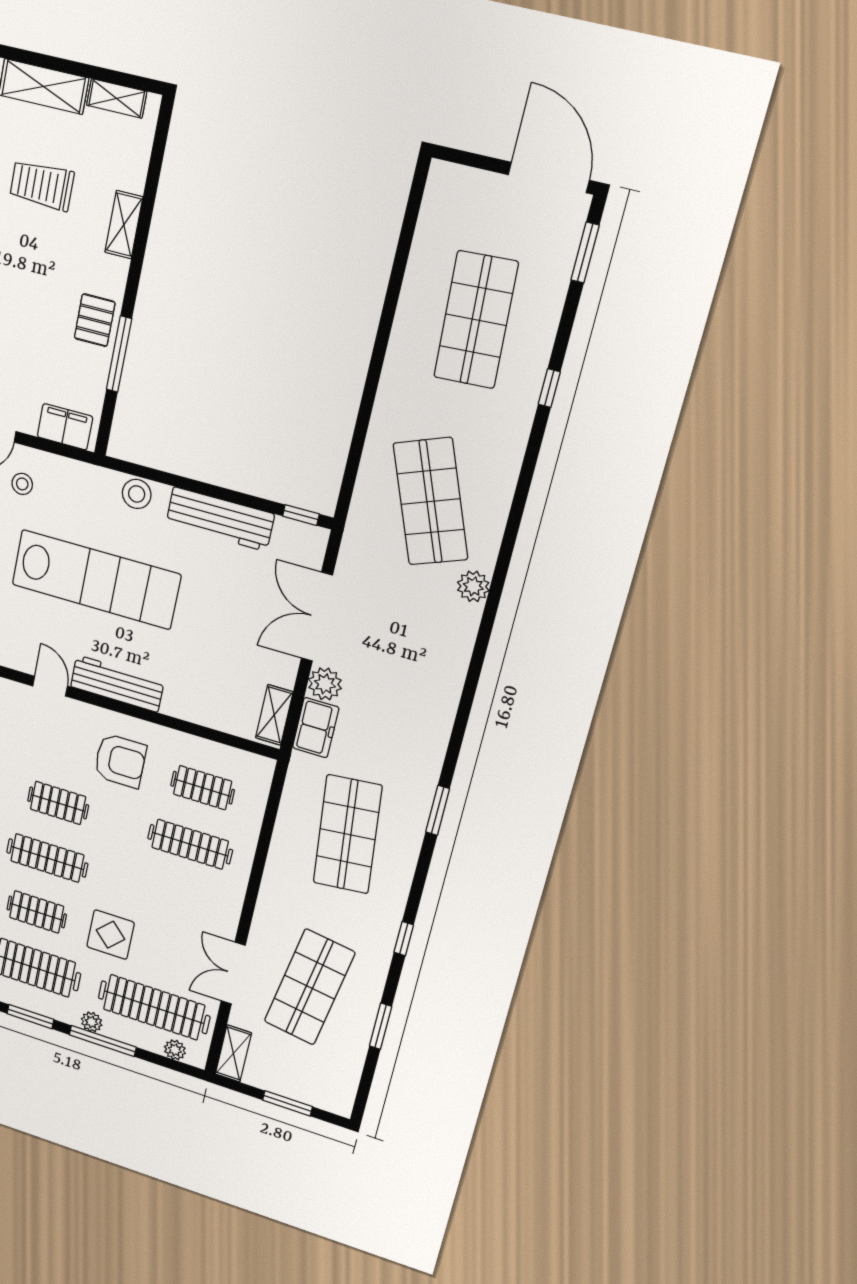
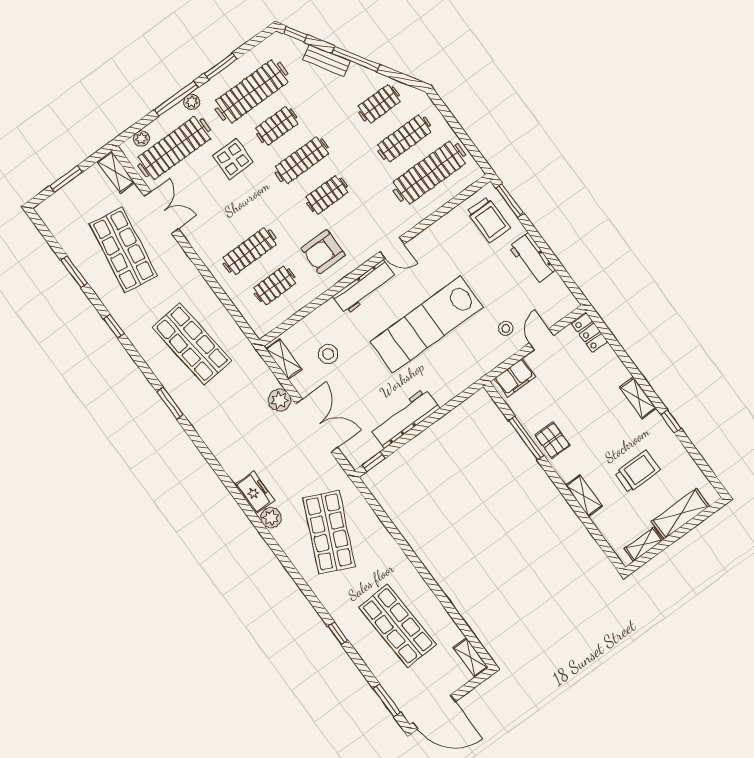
shelving: (438, 192) -> (471, 658), added
stool: (137, 494) -> (328, 354), moved
shop shelf: (431, 502) -> (329, 532), turned 45
freezer: (316, 728) -> (255, 492), moved, turned 180

